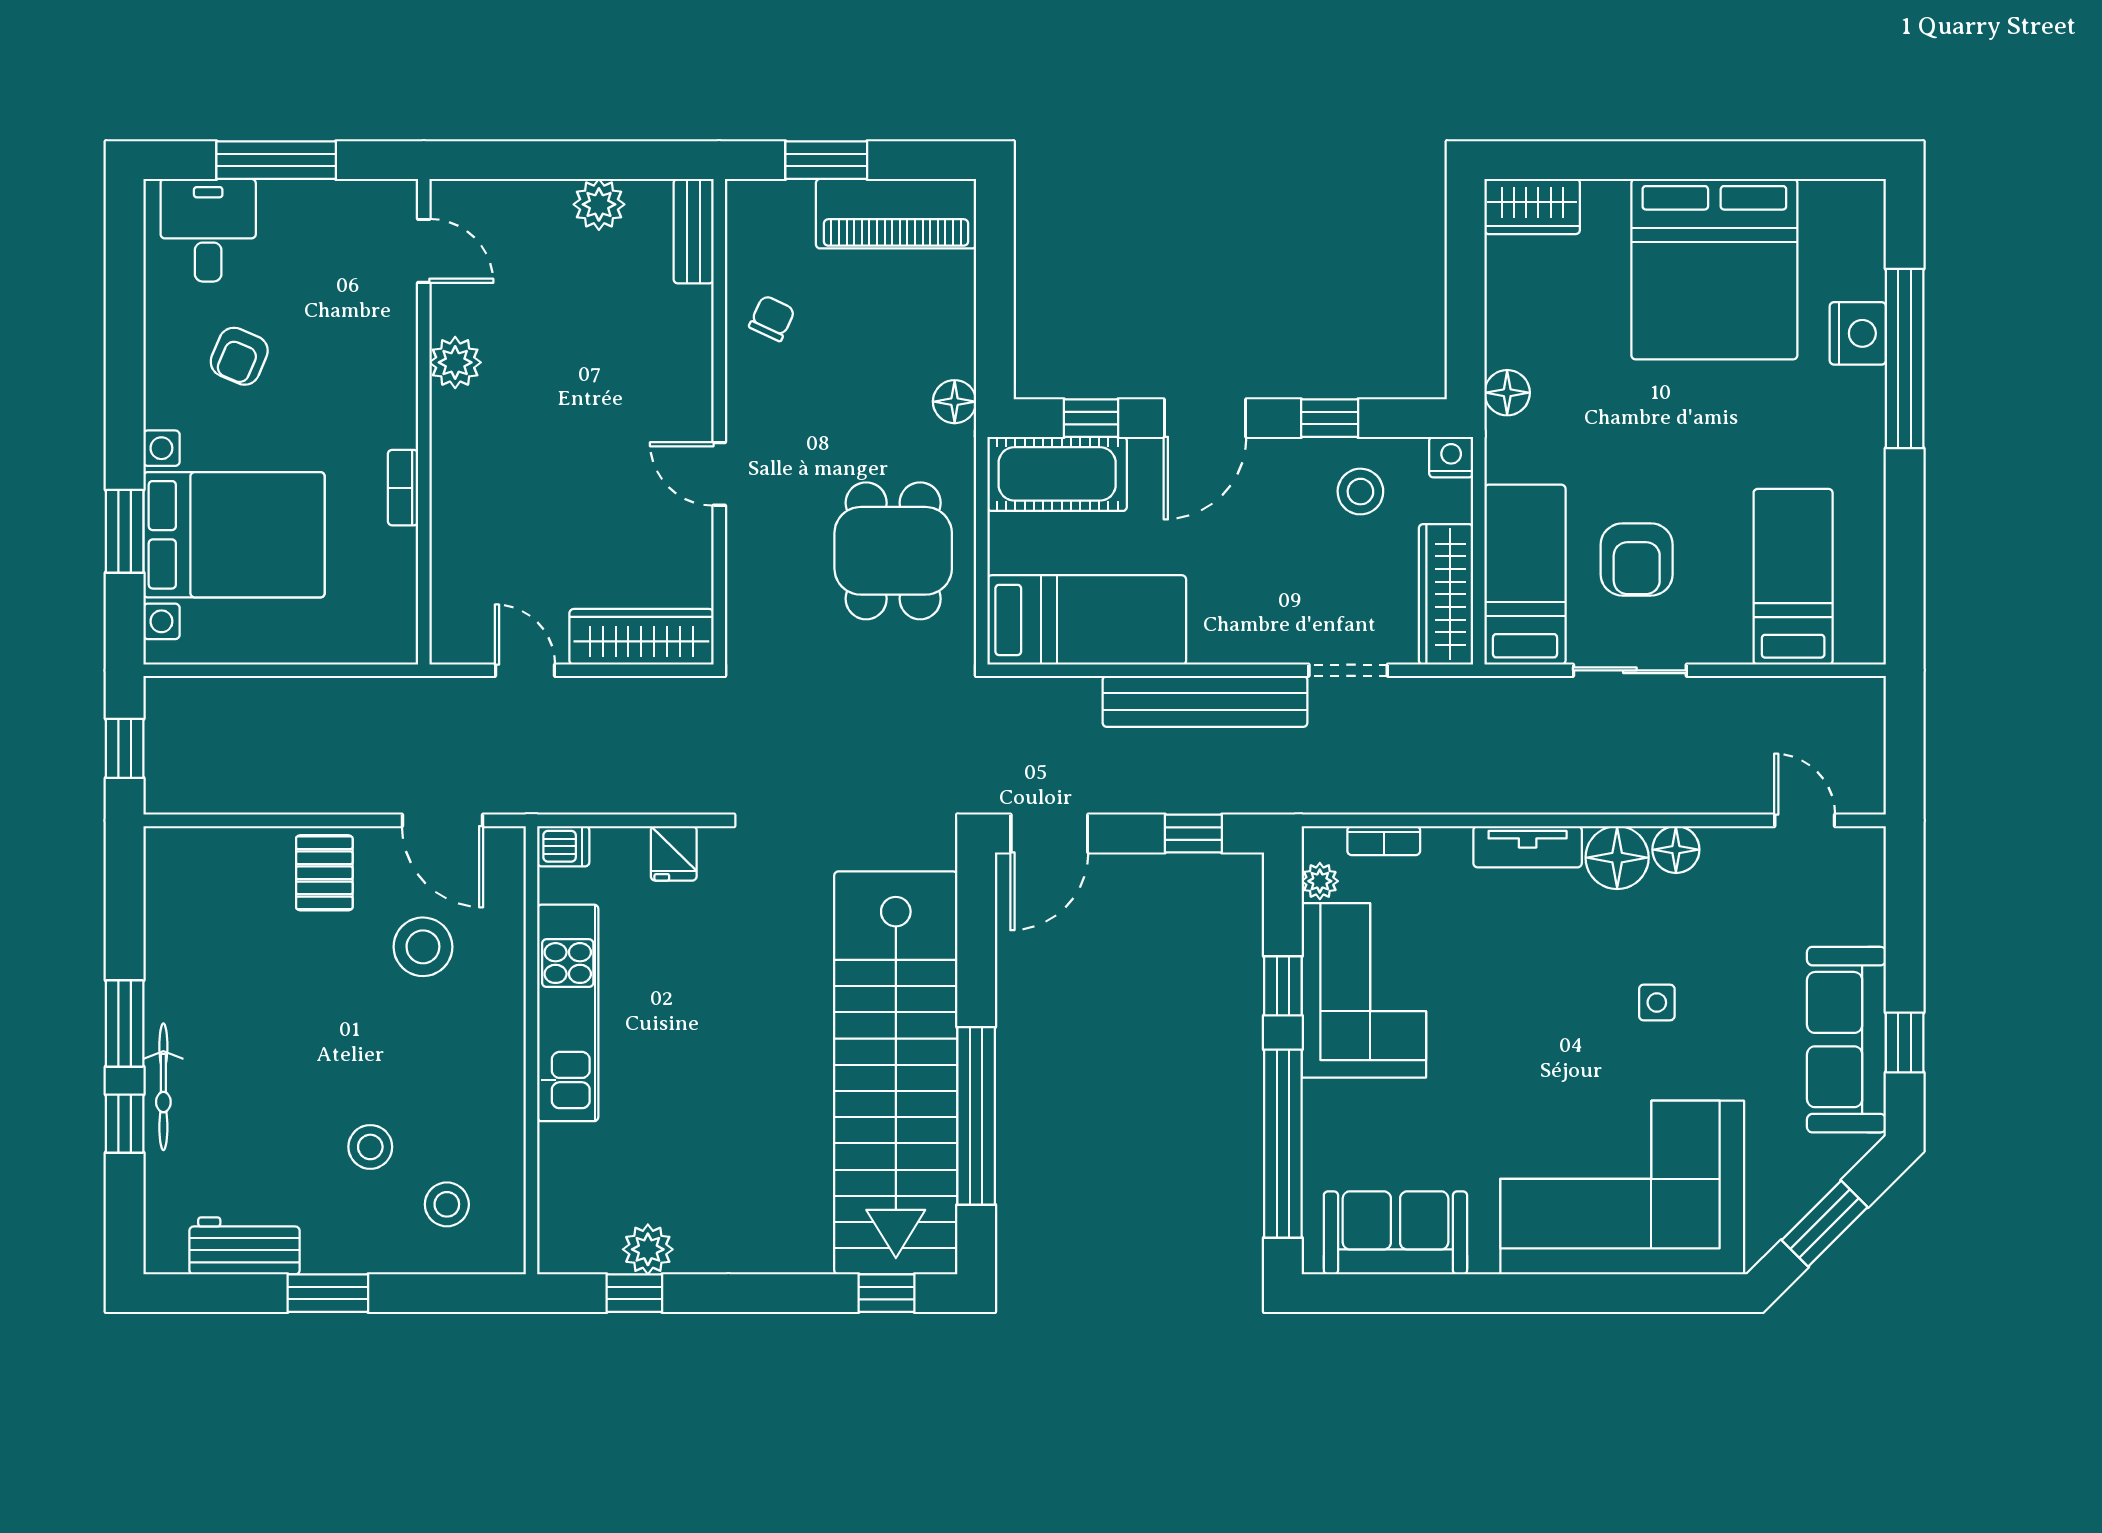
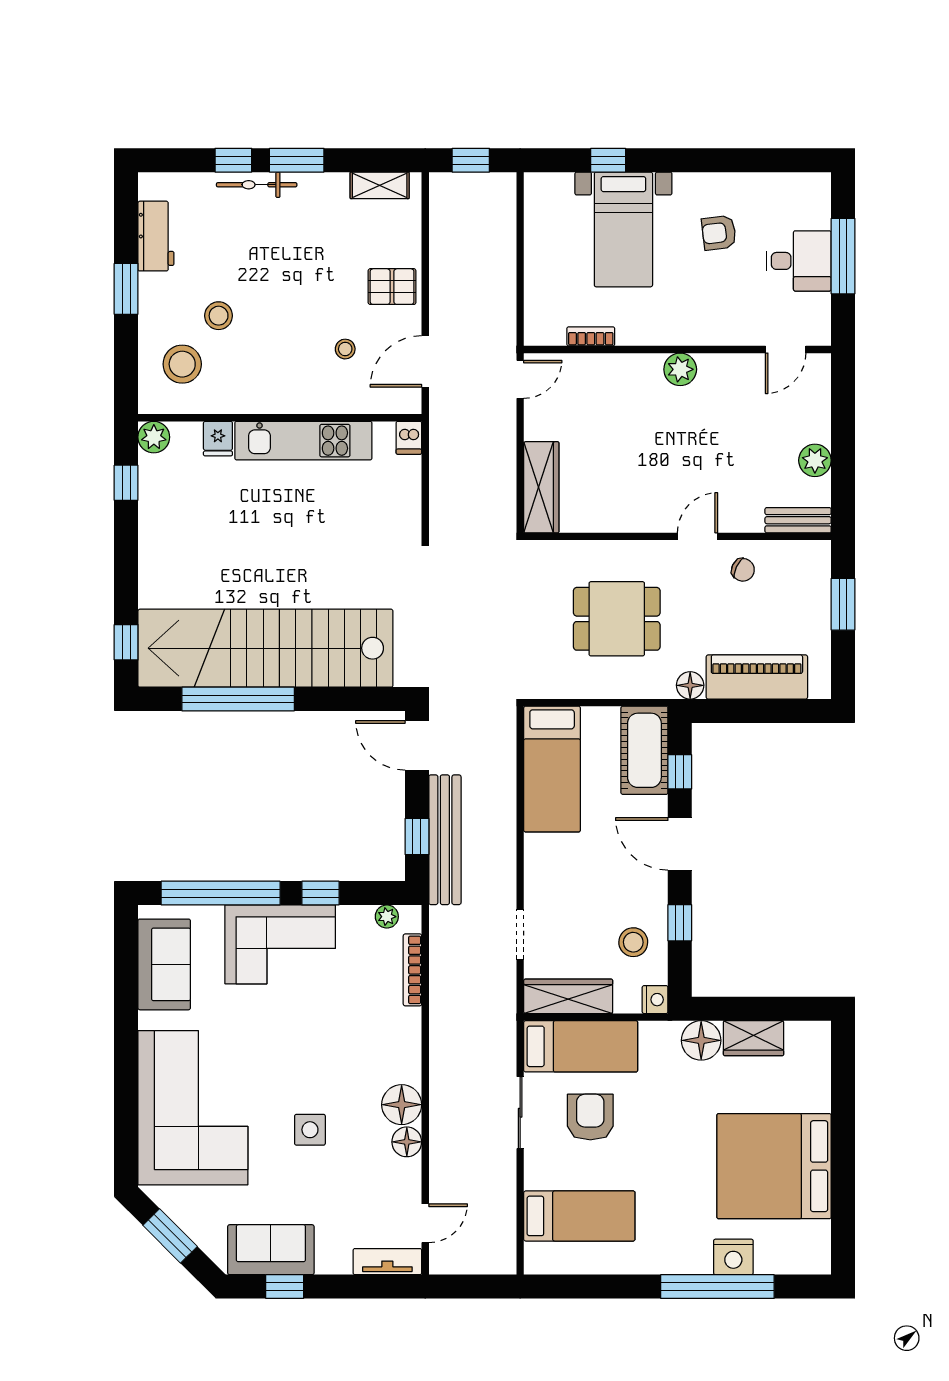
wardrobe: (1532, 207) -> (754, 1038), moved, turned -90
piano: (896, 214) -> (757, 677), moved, turned 90
desk: (208, 230) -> (799, 261), moved
armchair: (239, 356) -> (719, 233), turned -30
plant: (455, 362) -> (680, 369), moved
floor lamp: (1507, 393) -> (701, 1040), width x1.38, depth x1.38
door: (719, 474) -> (698, 536), moved
bookcase: (403, 488) -> (591, 336), moved
window: (125, 531) -> (608, 160), width x0.67
bed with nightstands: (234, 535) -> (623, 229), width x0.73
dining table: (893, 551) -> (617, 619), moved
armchair: (1637, 559) -> (590, 1117), turned 90
door: (525, 670) -> (520, 379), moved
bench: (1205, 701) -> (445, 840), moved
bookcase: (1384, 841) -> (412, 970), width x1.56
tv unit: (1528, 847) -> (387, 1262), moved, turned 90
fridge: (674, 853) -> (218, 439), moved, turned -90
shelving: (164, 892) -> (380, 185), added
stool: (423, 947) -> (345, 349), width x0.53, depth x0.53
corner sofa: (1364, 990) -> (280, 944), moved
side table: (1657, 1003) -> (310, 1130), width x1.37, depth x1.37
sofa: (1846, 1040) -> (271, 1250), width x0.73
stool: (447, 1204) -> (182, 364), width x1.38, depth x1.38
plant: (648, 1249) -> (154, 437), moved

